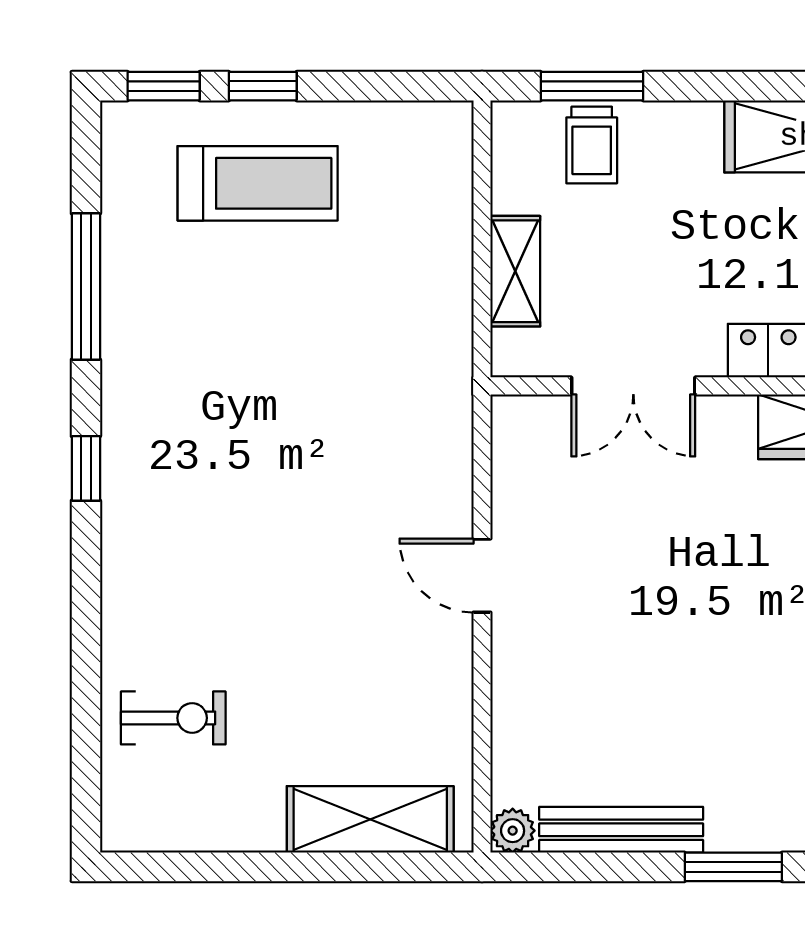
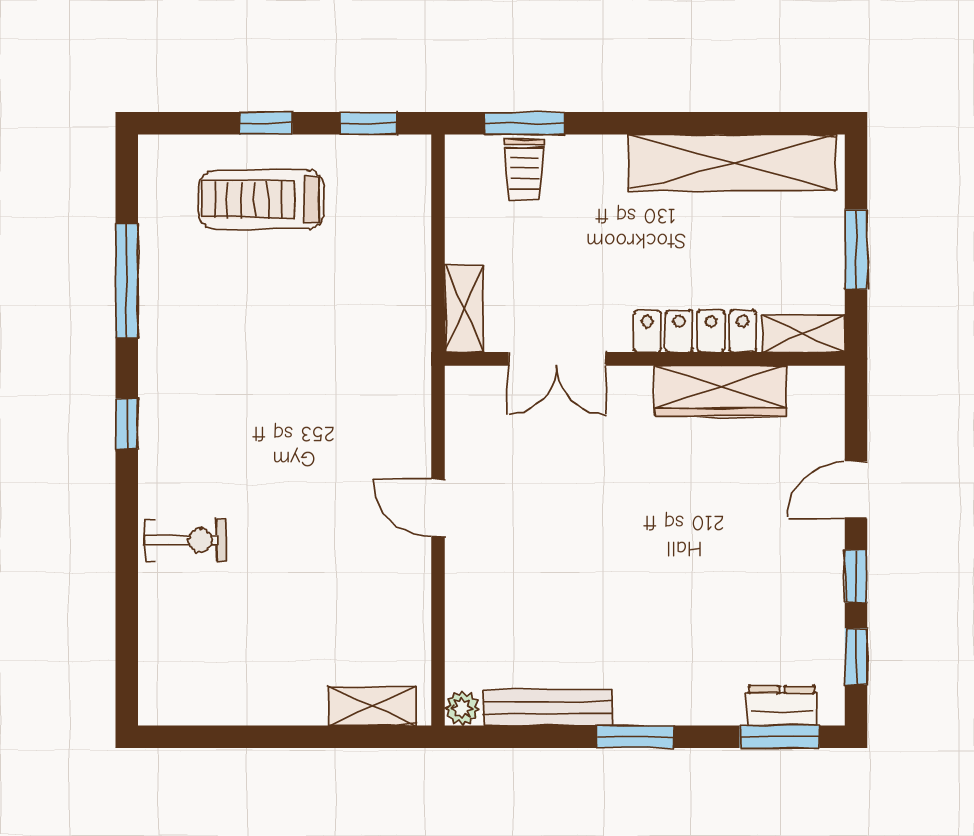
window: (164, 86) -> (369, 123), moved
treadmill: (258, 183) -> (262, 200), turned 180
shelving: (515, 271) -> (464, 309), moved
exercise bike: (173, 718) -> (185, 540), moved
shelving: (370, 819) -> (372, 706), width x0.67, depth x0.75

